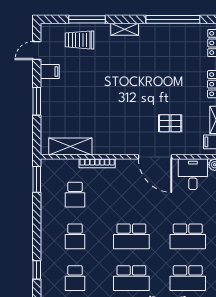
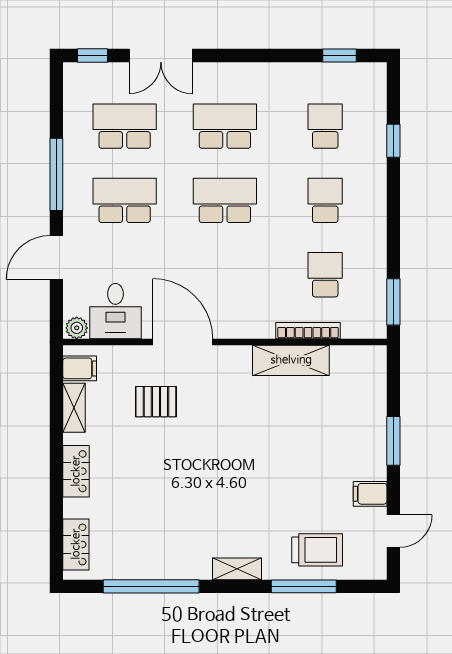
shelving: (70, 146) -> (291, 360), moved
bookcase: (97, 163) -> (308, 331), moved

